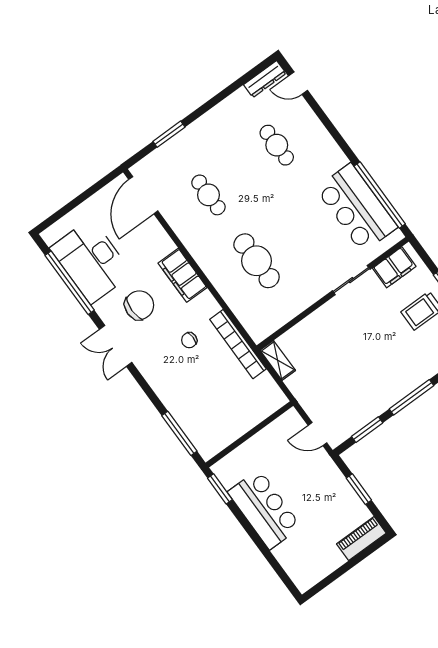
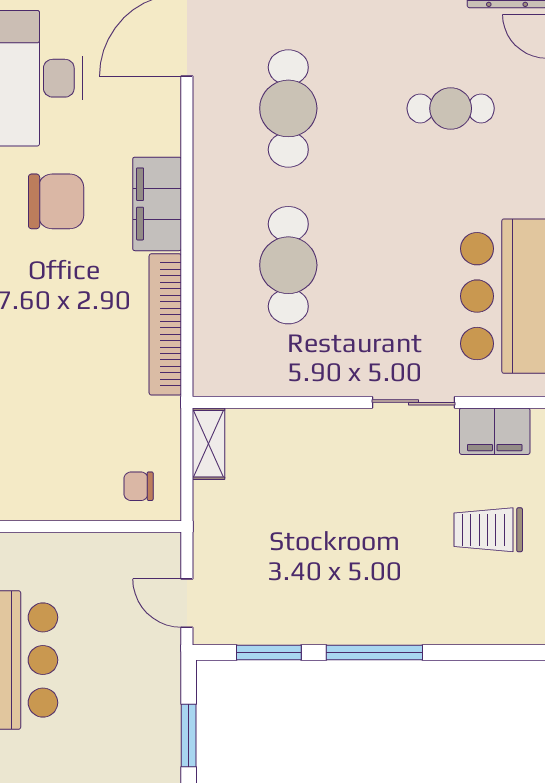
cafe table: (277, 145) -> (451, 108), turned 90
cafe table: (208, 195) -> (288, 108), width x1.37, depth x1.35
chair: (189, 340) -> (139, 486), moved
bookcase: (238, 344) -> (165, 324), moved

